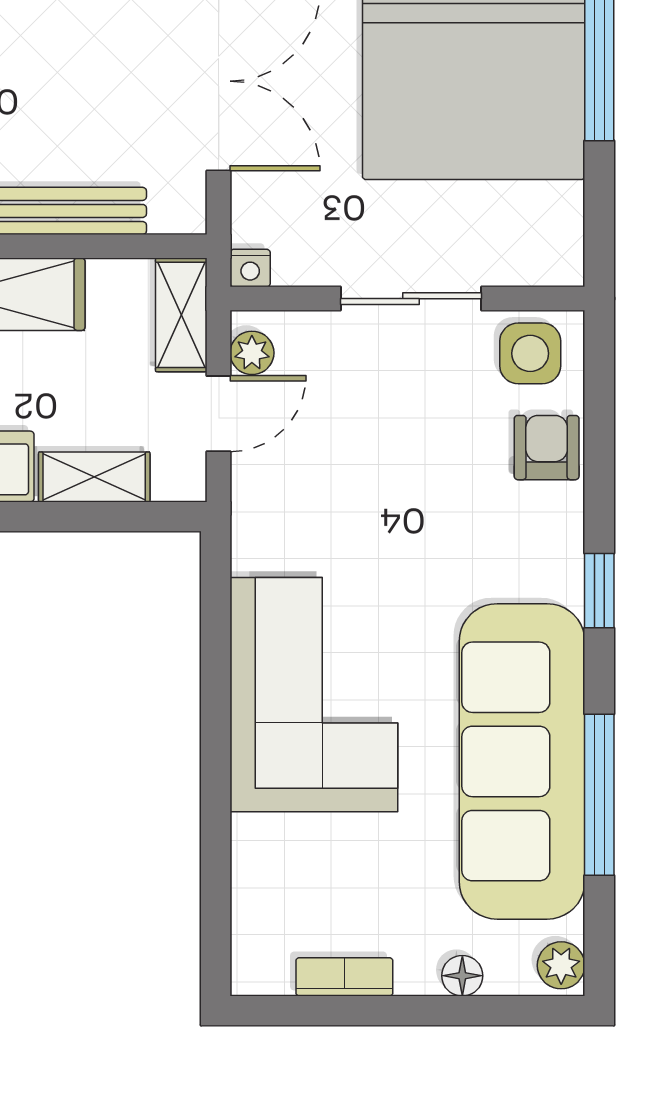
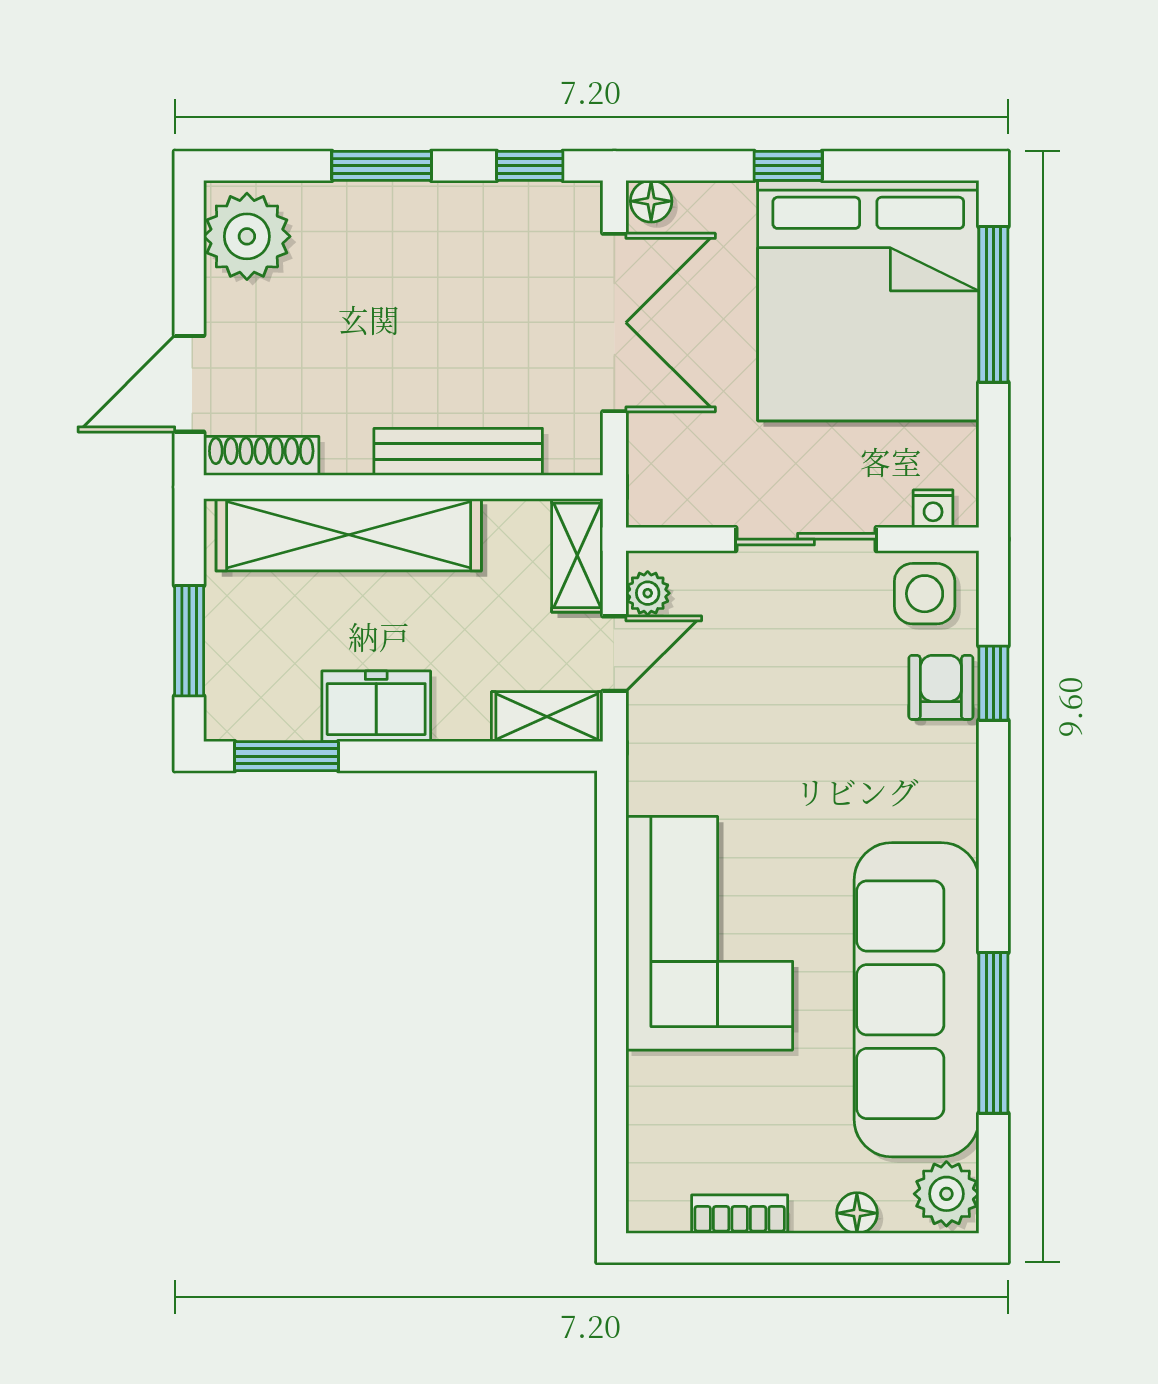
nightstand: (250, 268) -> (933, 509), moved
shelving: (94, 477) -> (547, 717), moved
window: (599, 591) -> (993, 683), moved
plant: (561, 965) -> (946, 1194), width x1.38, depth x1.38

